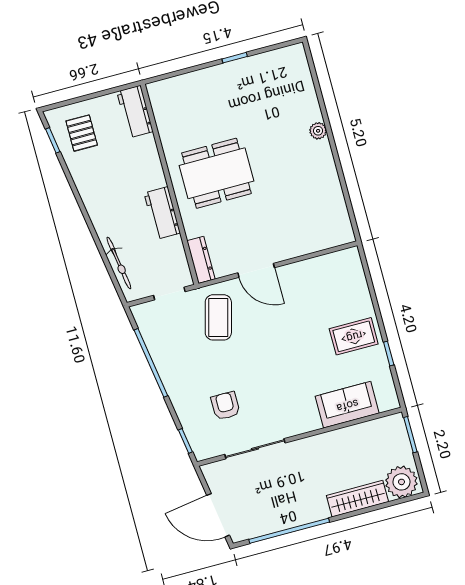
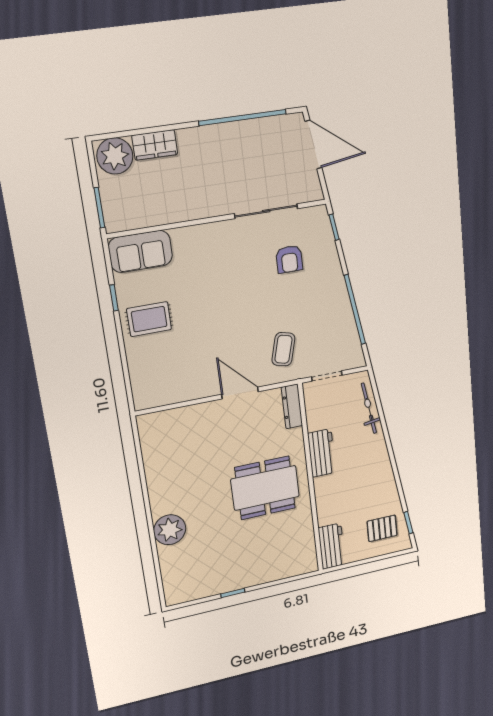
plant: (318, 131) -> (170, 530), width x1.87, depth x1.87
pallet: (82, 133) -> (382, 528), turned 90
coffee table: (218, 317) -> (283, 349), width x0.73, depth x0.77
sofa: (347, 405) -> (140, 251), moved
wardrobe: (357, 499) -> (155, 145), width x0.67

